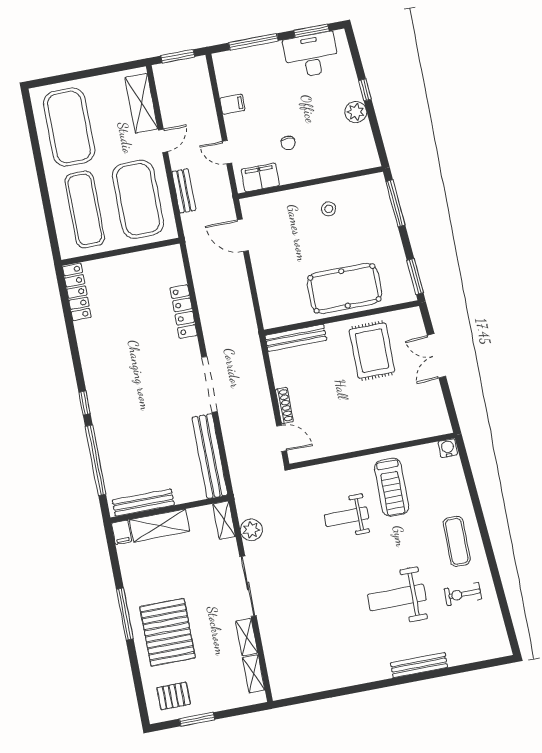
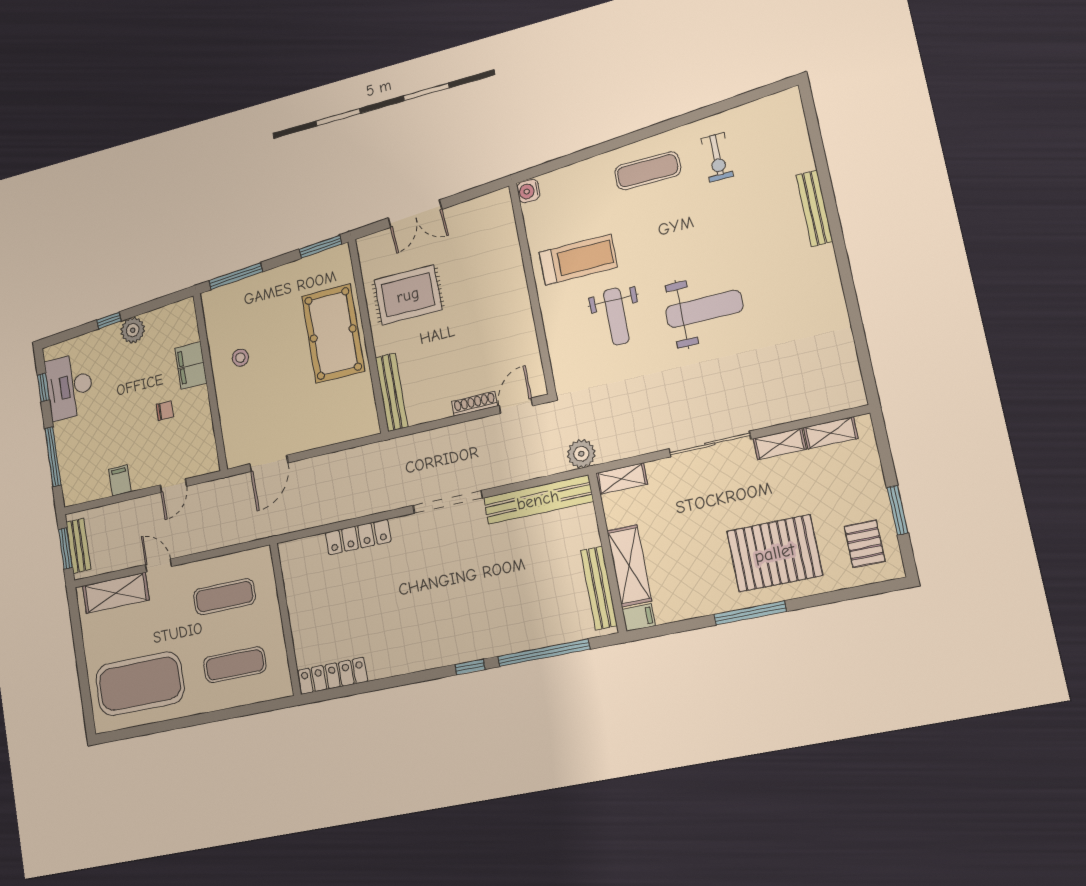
window: (311, 31) -> (43, 387), width x0.67
filing cabinet: (260, 177) -> (191, 365), moved
bench: (184, 191) -> (78, 546), moved, turned 90
exercise mat: (138, 199) -> (224, 597), width x0.50, depth x0.69
exercise mat: (85, 209) -> (235, 665), width x0.73, depth x0.69
plant: (251, 530) -> (581, 454), moved
weight bench: (397, 597) -> (704, 309), moved, turned -90

